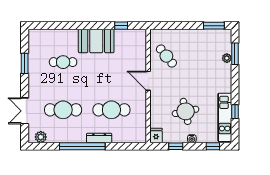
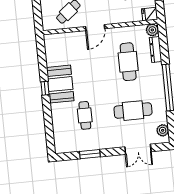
window: (121, 26) -> (45, 88), moved
cafe table: (63, 110) -> (133, 111), turned 90
plant: (140, 137) -> (152, 30), added
dresser: (99, 138) -> (156, 50), moved

